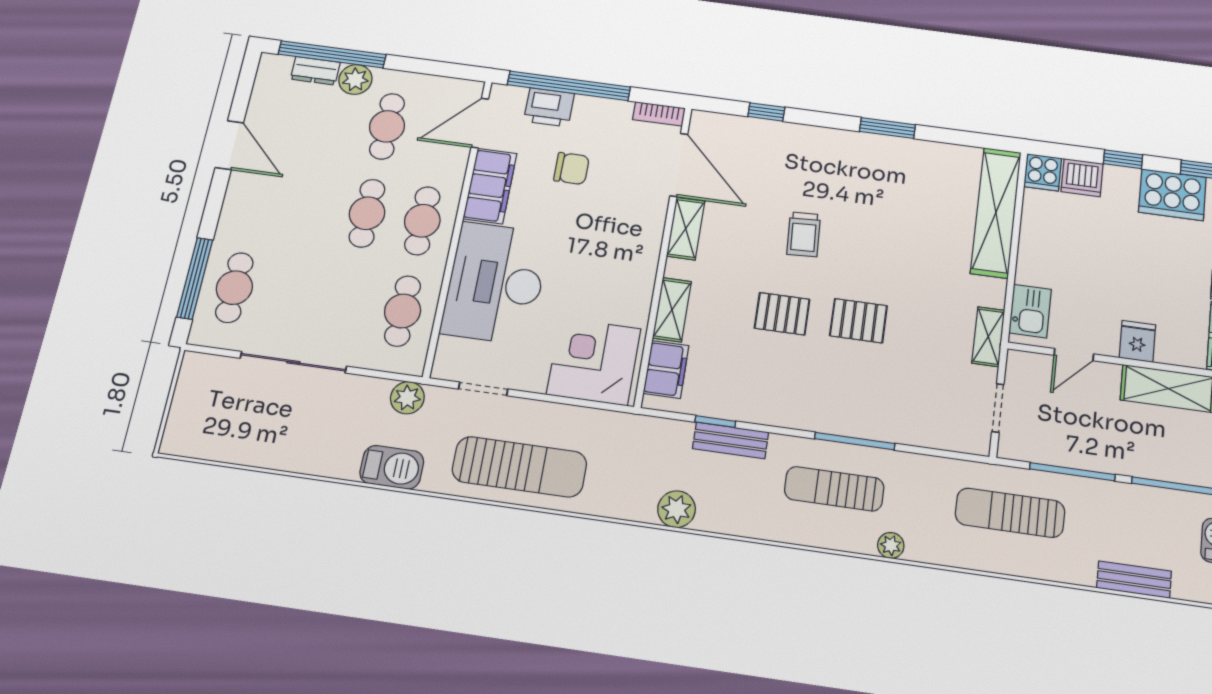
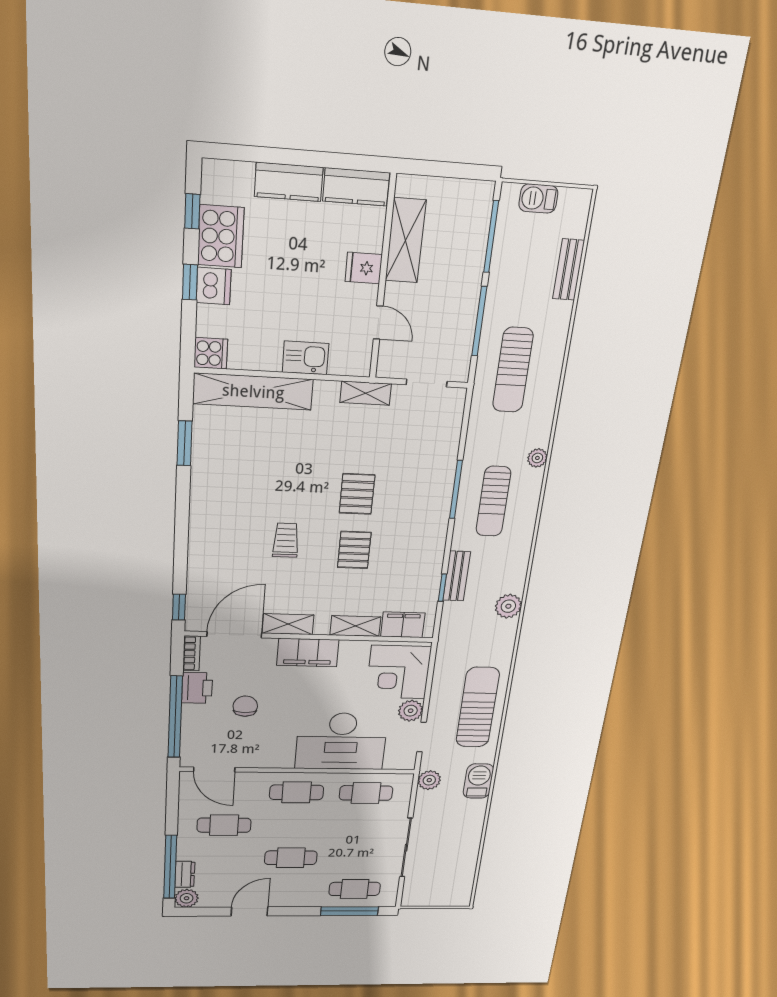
plant: (355, 79) -> (187, 898), moved
printer: (549, 107) -> (197, 688), moved
window: (766, 112) -> (179, 607), moved
window: (887, 128) -> (184, 443), moved
dishwasher: (1082, 178) -> (214, 286), moved
filing cabinet: (490, 186) -> (308, 653), moved, turned 180
cafe table: (367, 213) -> (291, 858), moved
trolley: (804, 234) -> (286, 540), turned -87
kitchen sink: (1030, 311) -> (306, 358), moved
plant: (529, 375) -> (411, 711), added

